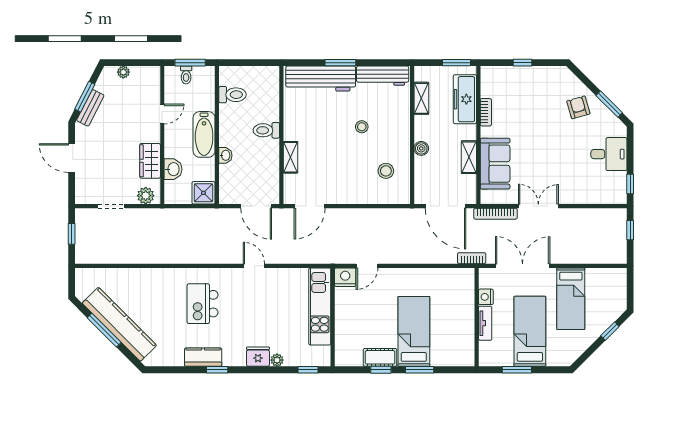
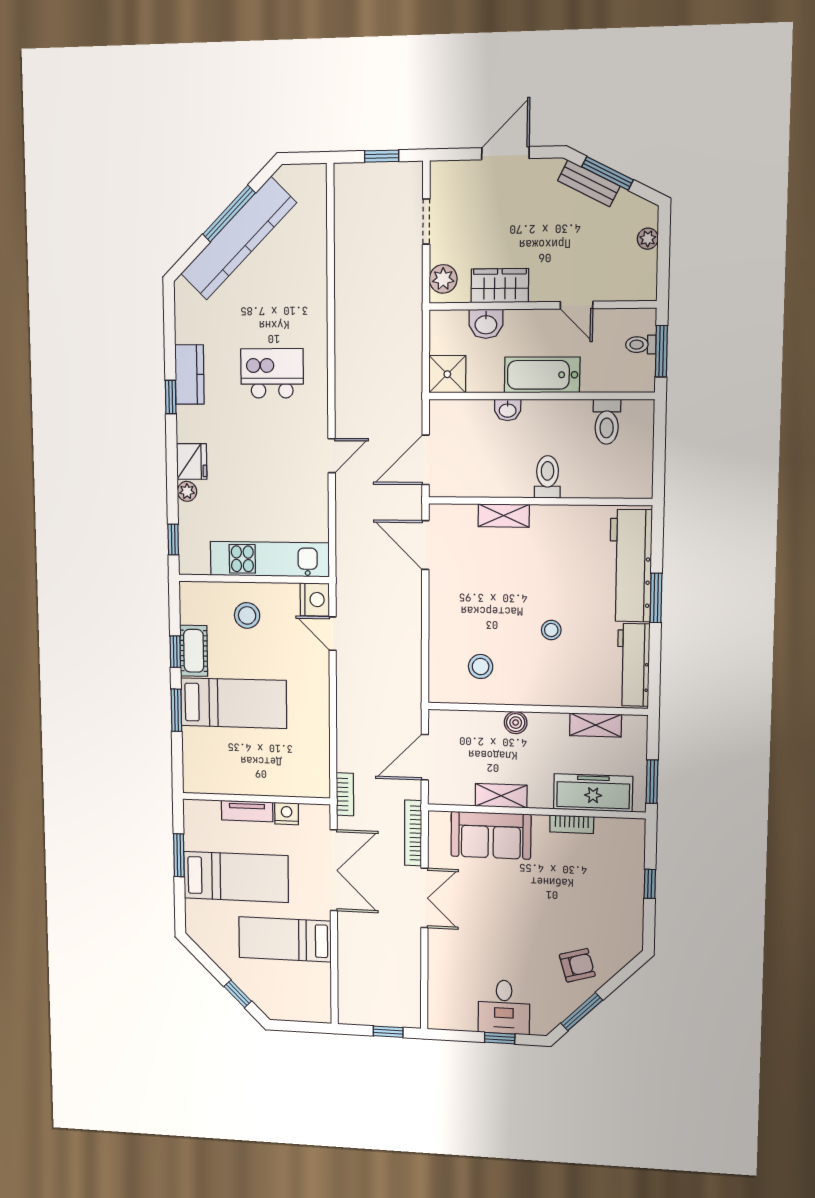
window: (630, 184) -> (500, 1038), moved
door: (445, 206) -> (425, 757), width x0.73
stool: (356, 322) -> (247, 615), added

